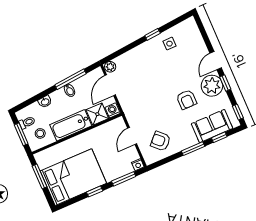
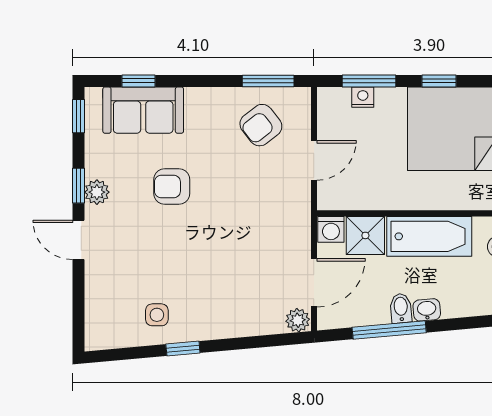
door: (216, 61) -> (78, 240), swing flipped
plant: (212, 86) -> (97, 192), width x0.53, depth x0.53
armchair: (186, 99) -> (172, 187), turned -90
washbasin: (45, 102) -> (427, 310), moved
armchair: (161, 141) -> (261, 125), turned 98
window: (193, 149) -> (268, 81), moved
nightstand: (138, 165) -> (363, 97), moved

